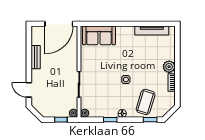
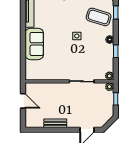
door: (59, 24) -> (23, 101), width x0.53
sofa: (99, 35) -> (34, 44), moved

